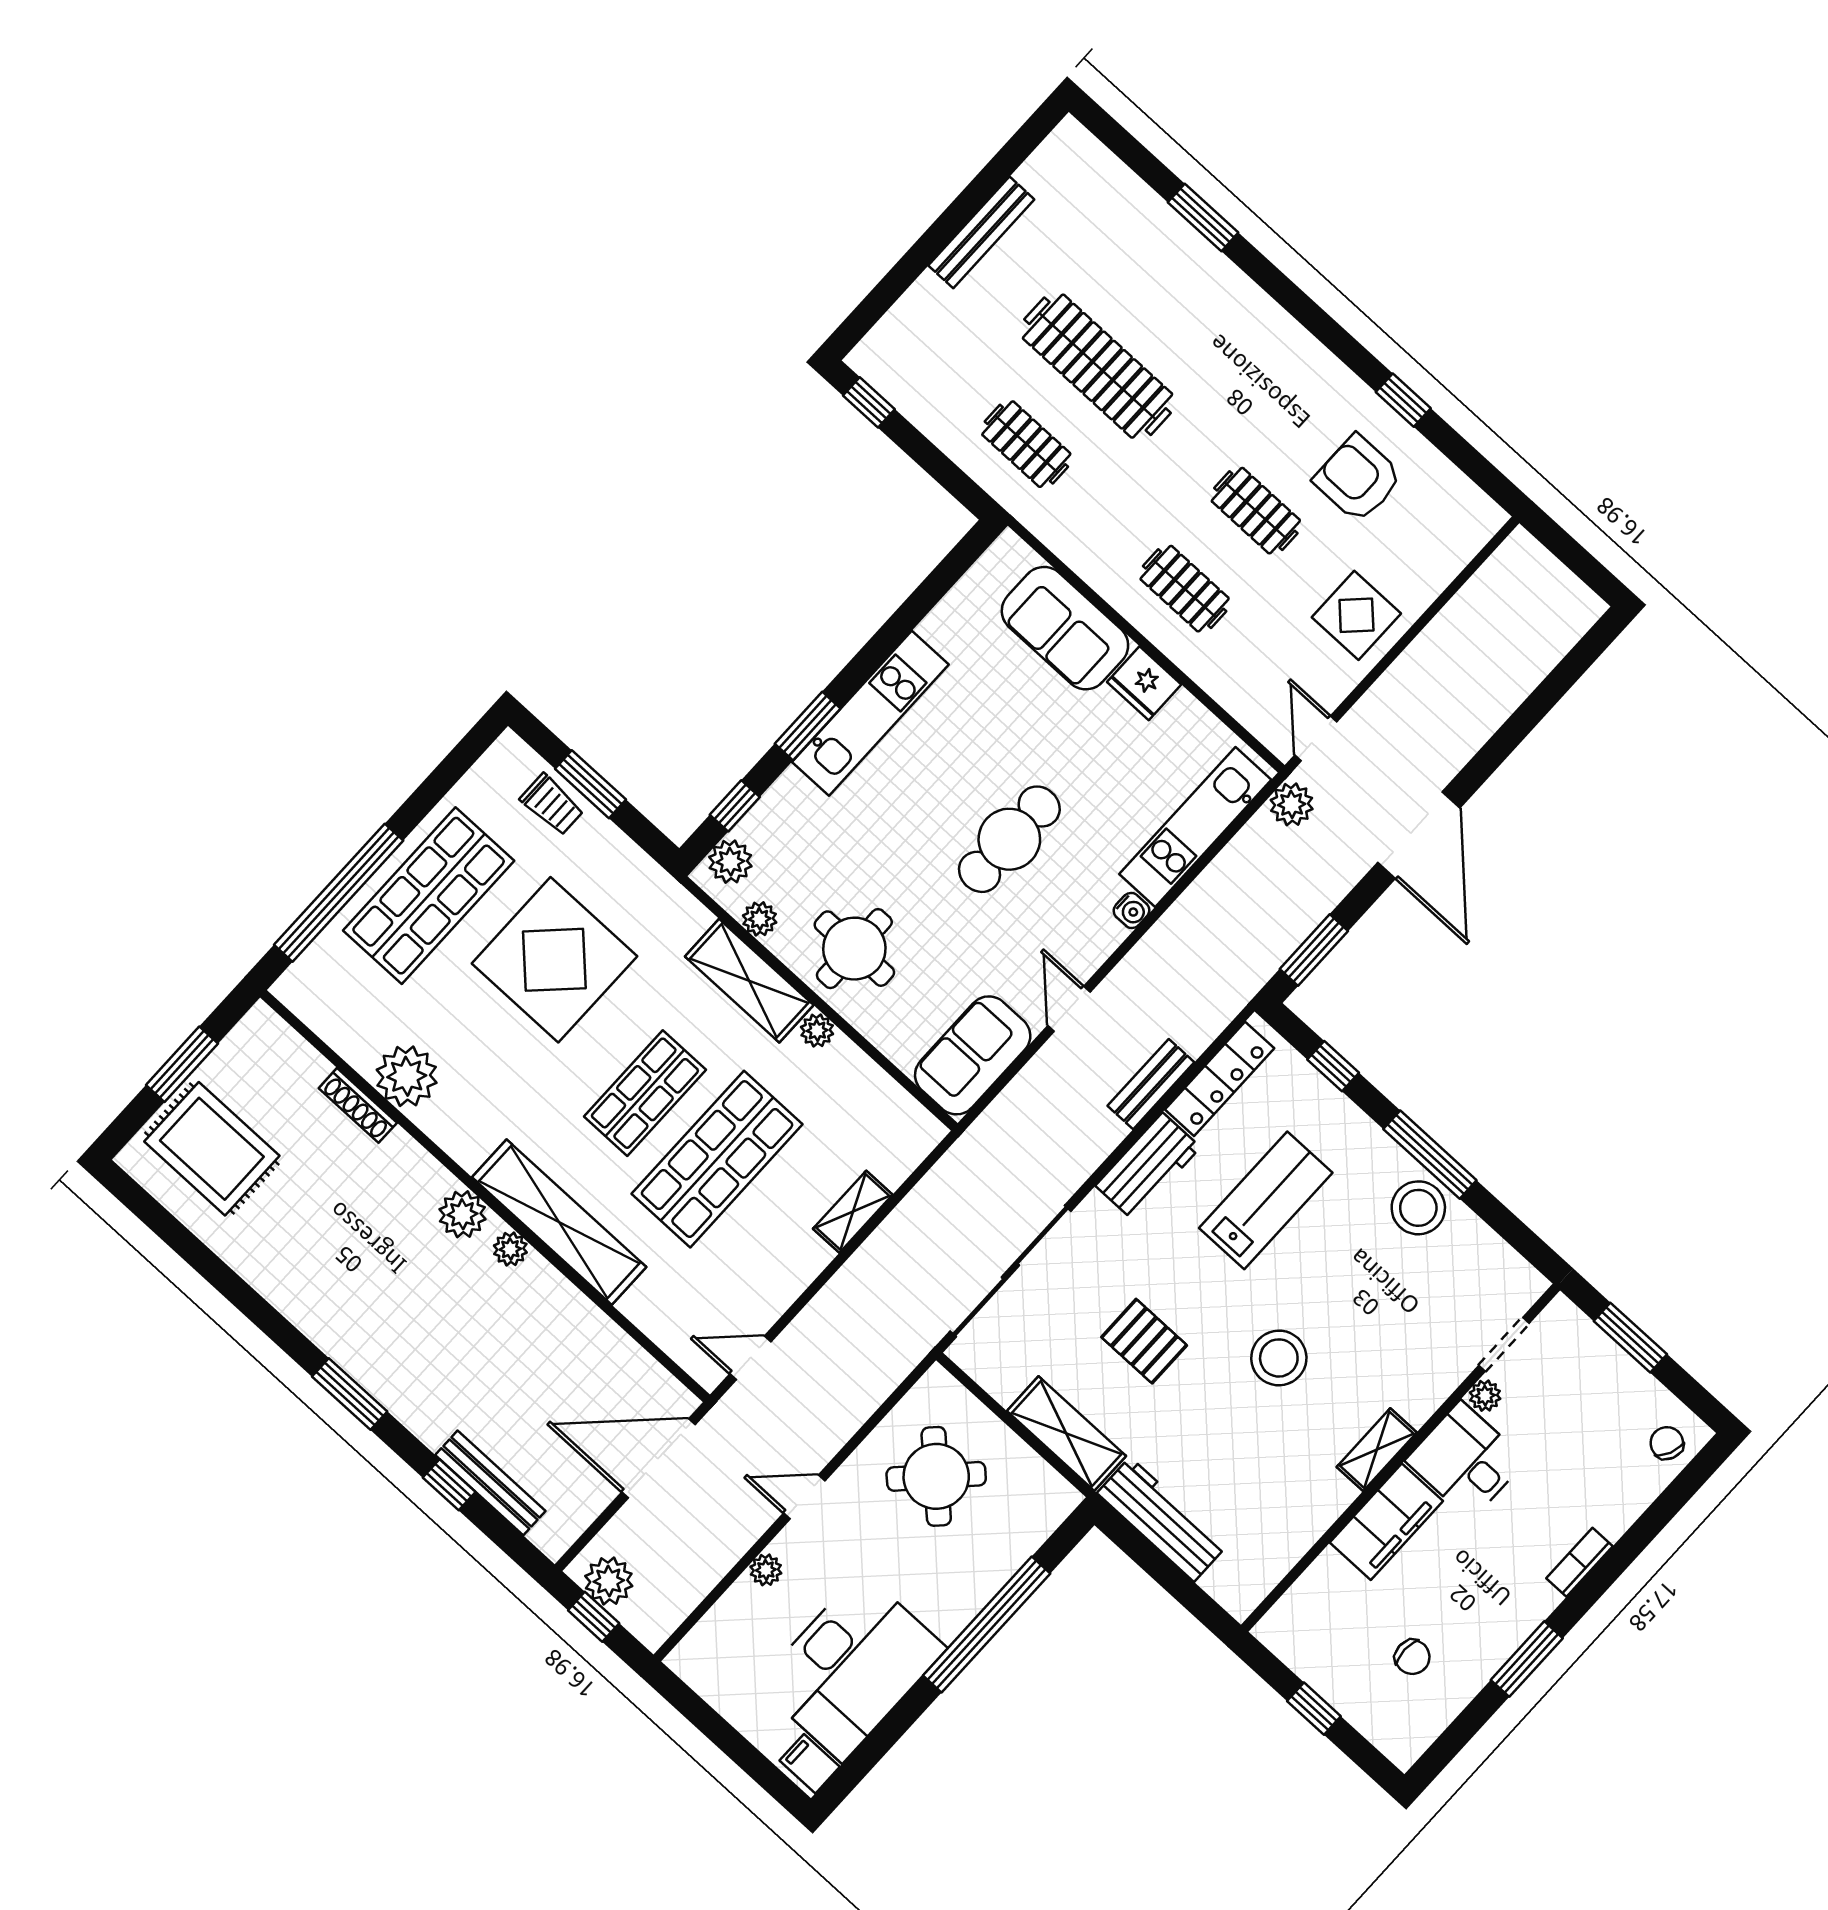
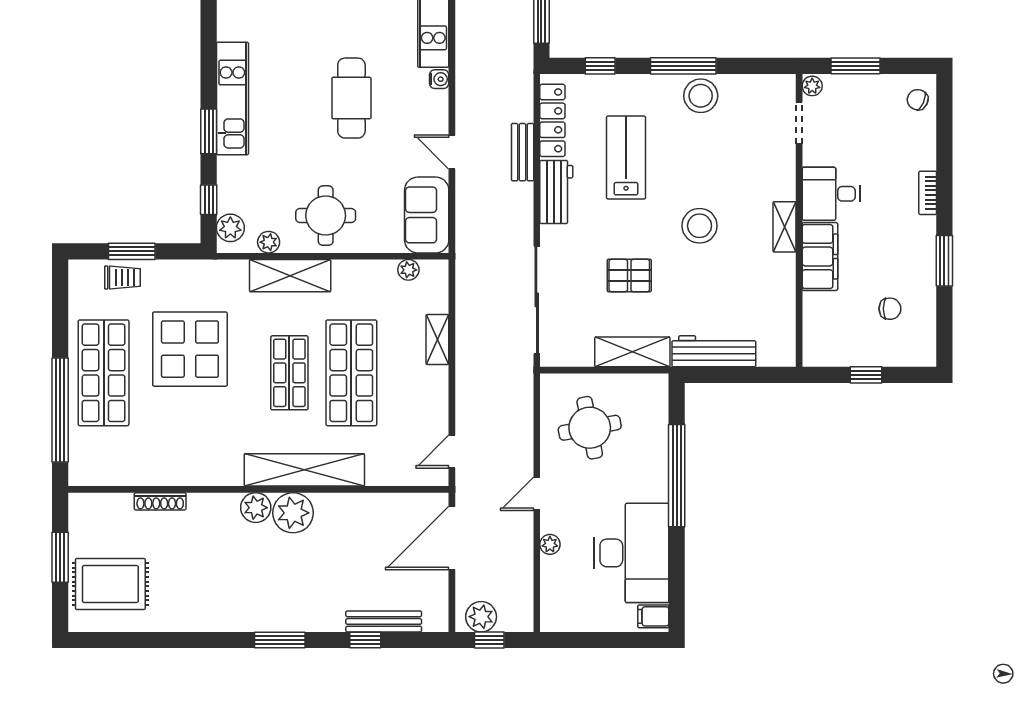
plant: (817, 1030) -> (408, 270), moved
plant: (407, 1076) -> (171, 467), removed
plant: (510, 1249) -> (293, 513), width x1.88, depth x1.88
plant: (1485, 1396) -> (812, 86), moved
round table: (936, 1476) -> (590, 428), turned 35

